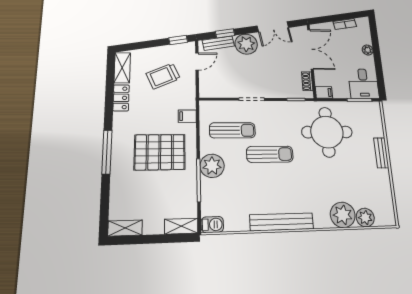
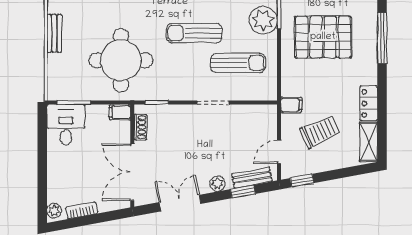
plant: (246, 44) -> (217, 184), width x0.53, depth x0.53
plant: (368, 50) -> (54, 211), moved
filing cabinet: (187, 116) -> (291, 105), moved
sun lounger: (232, 130) -> (238, 63), turned 180

